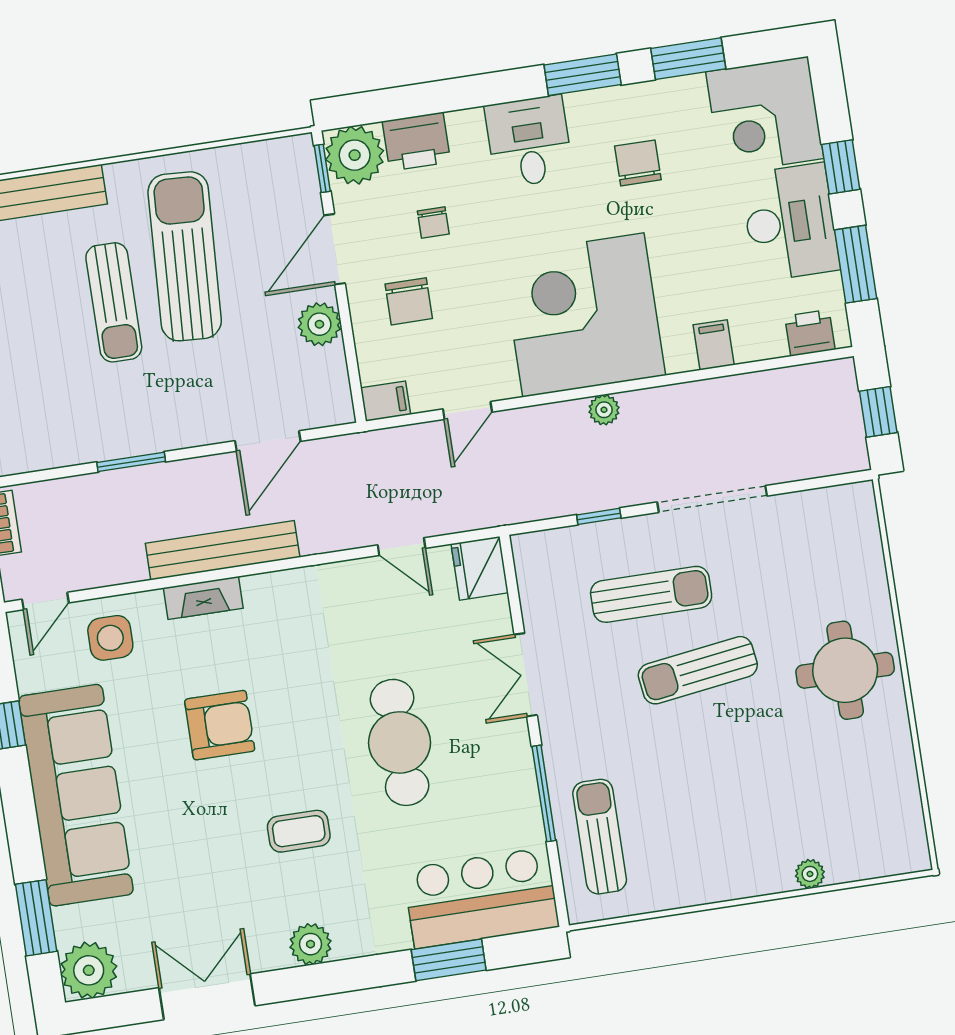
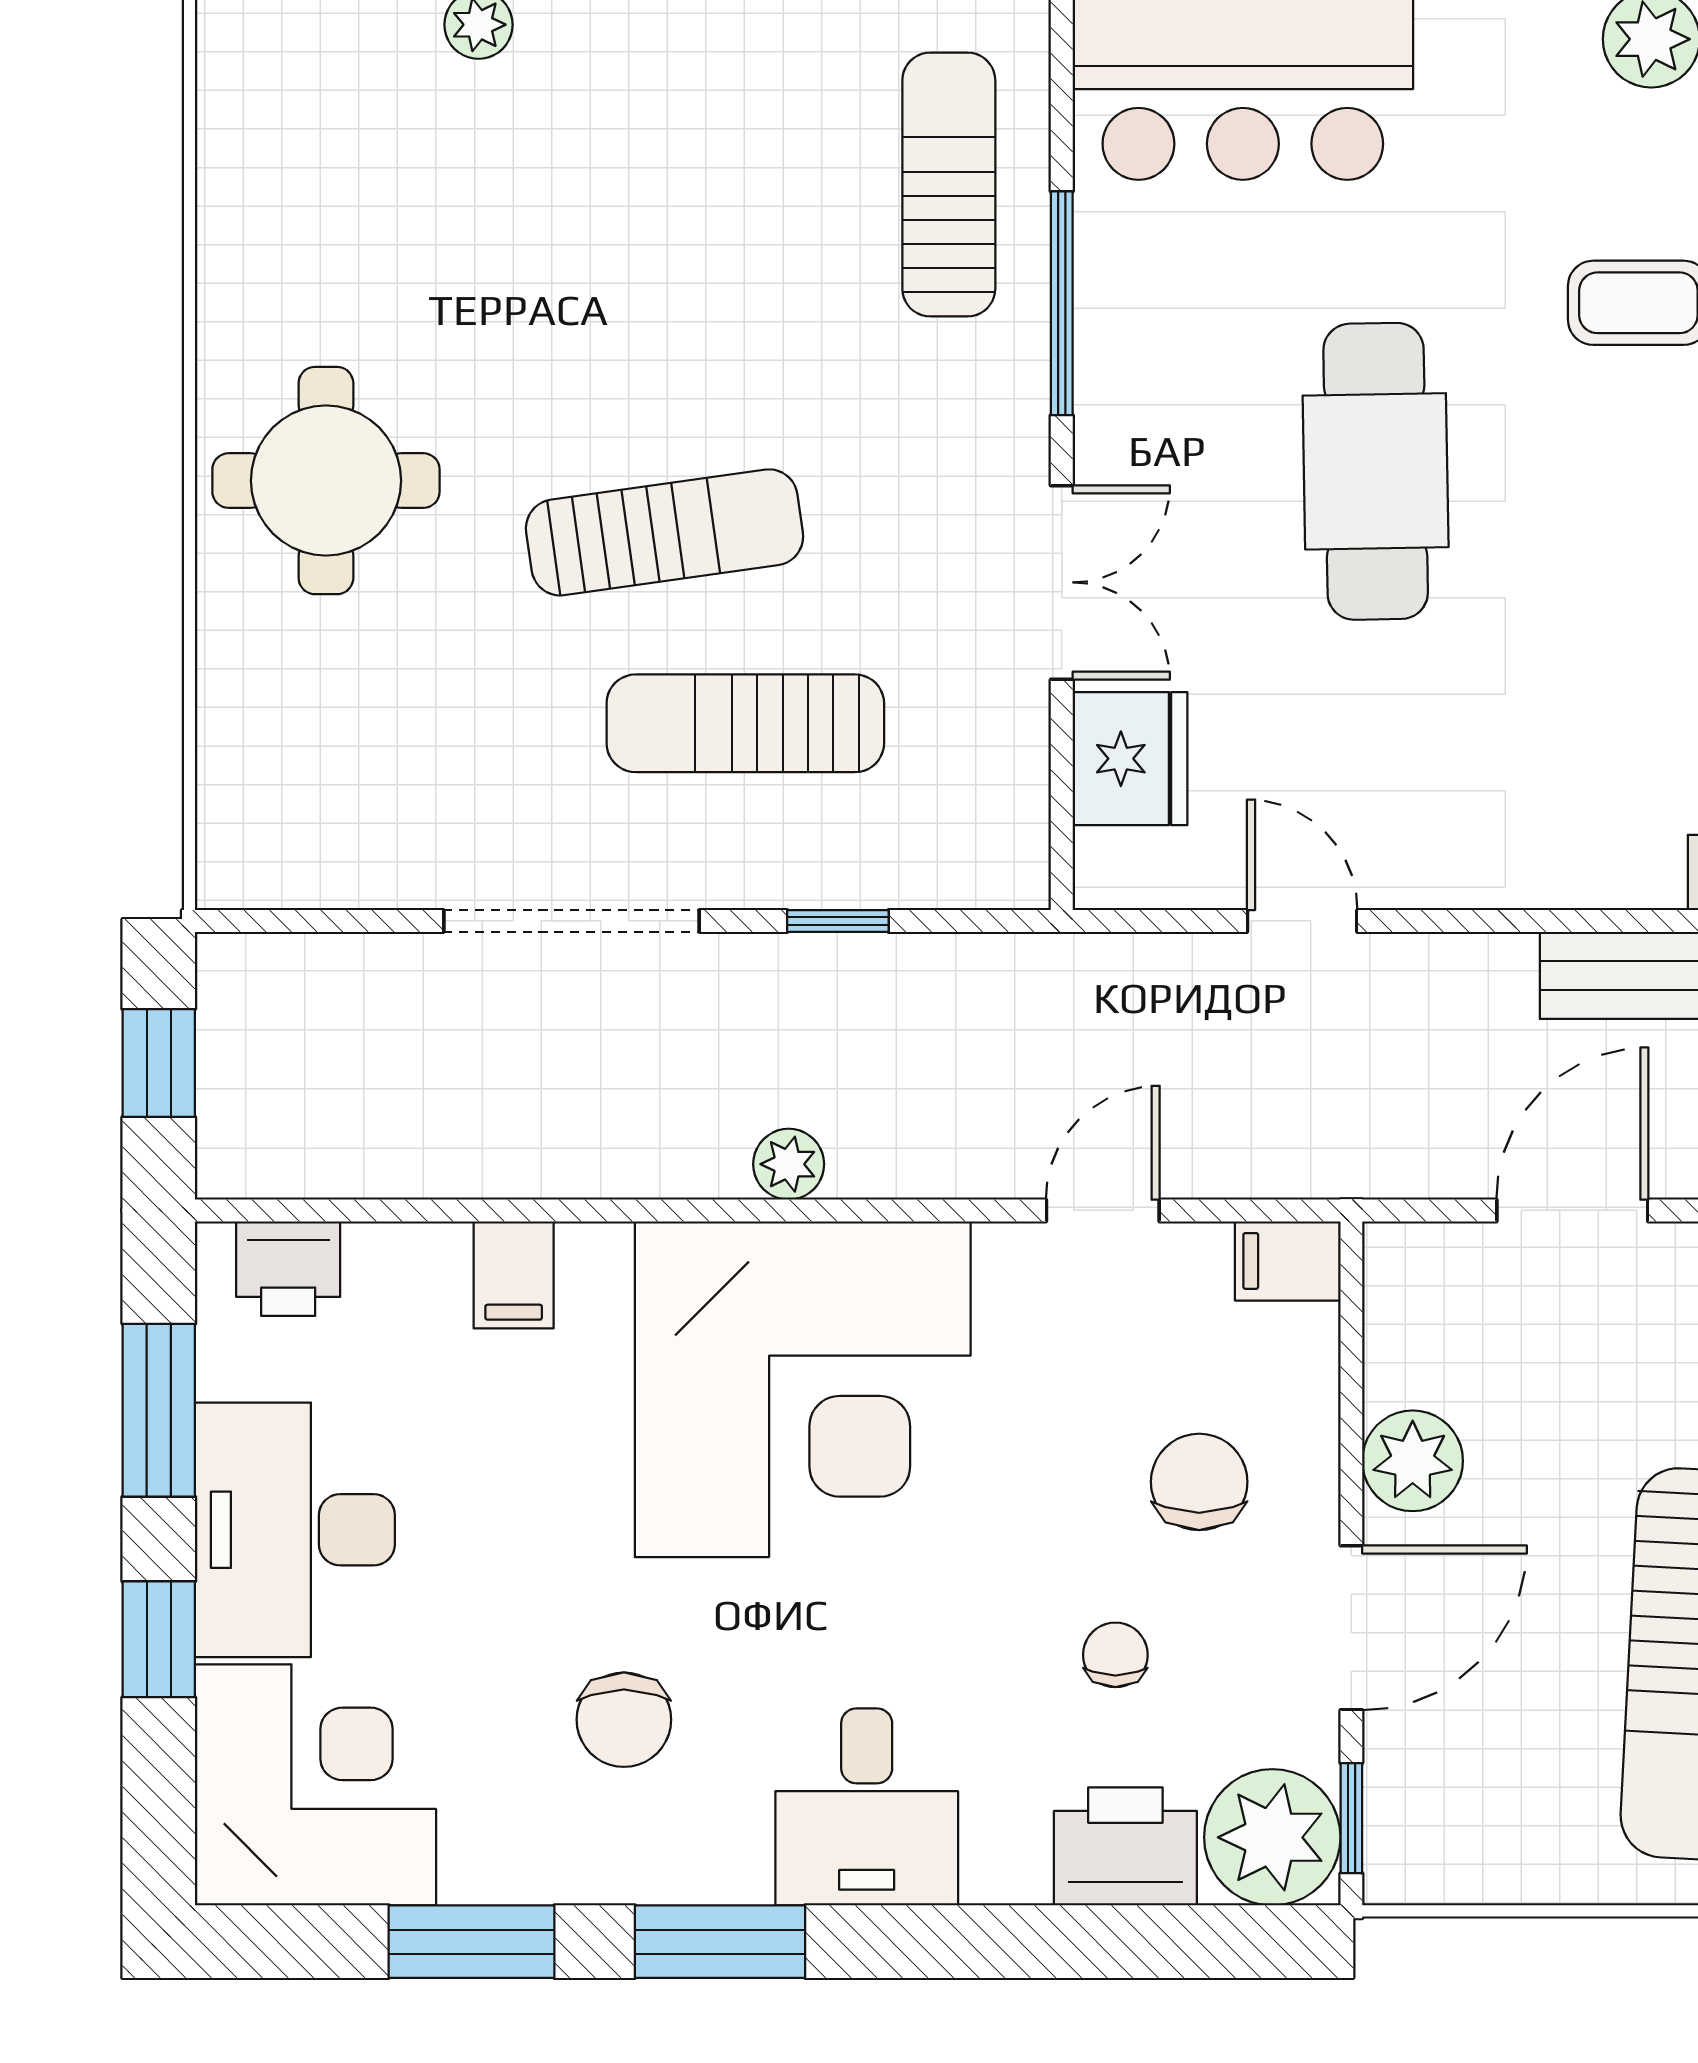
fridge: (480, 568) -> (1130, 759), moved
sun lounger: (600, 837) -> (949, 185), turned 180

